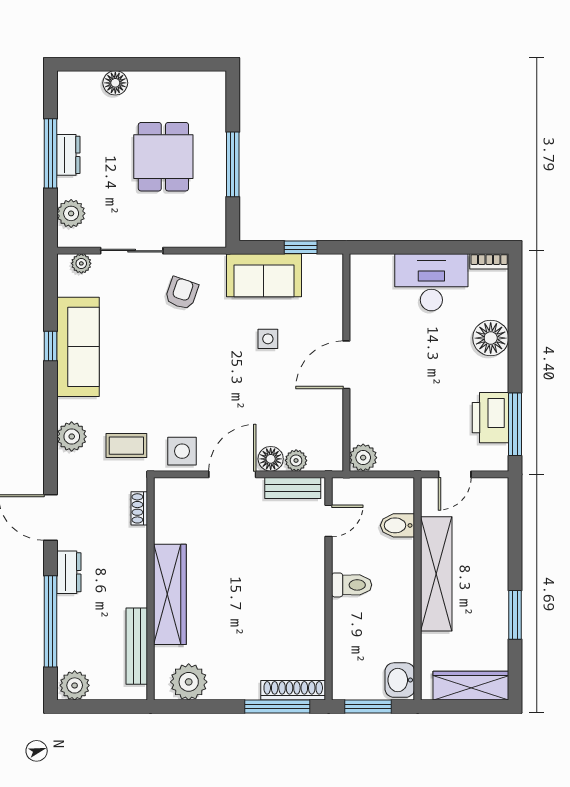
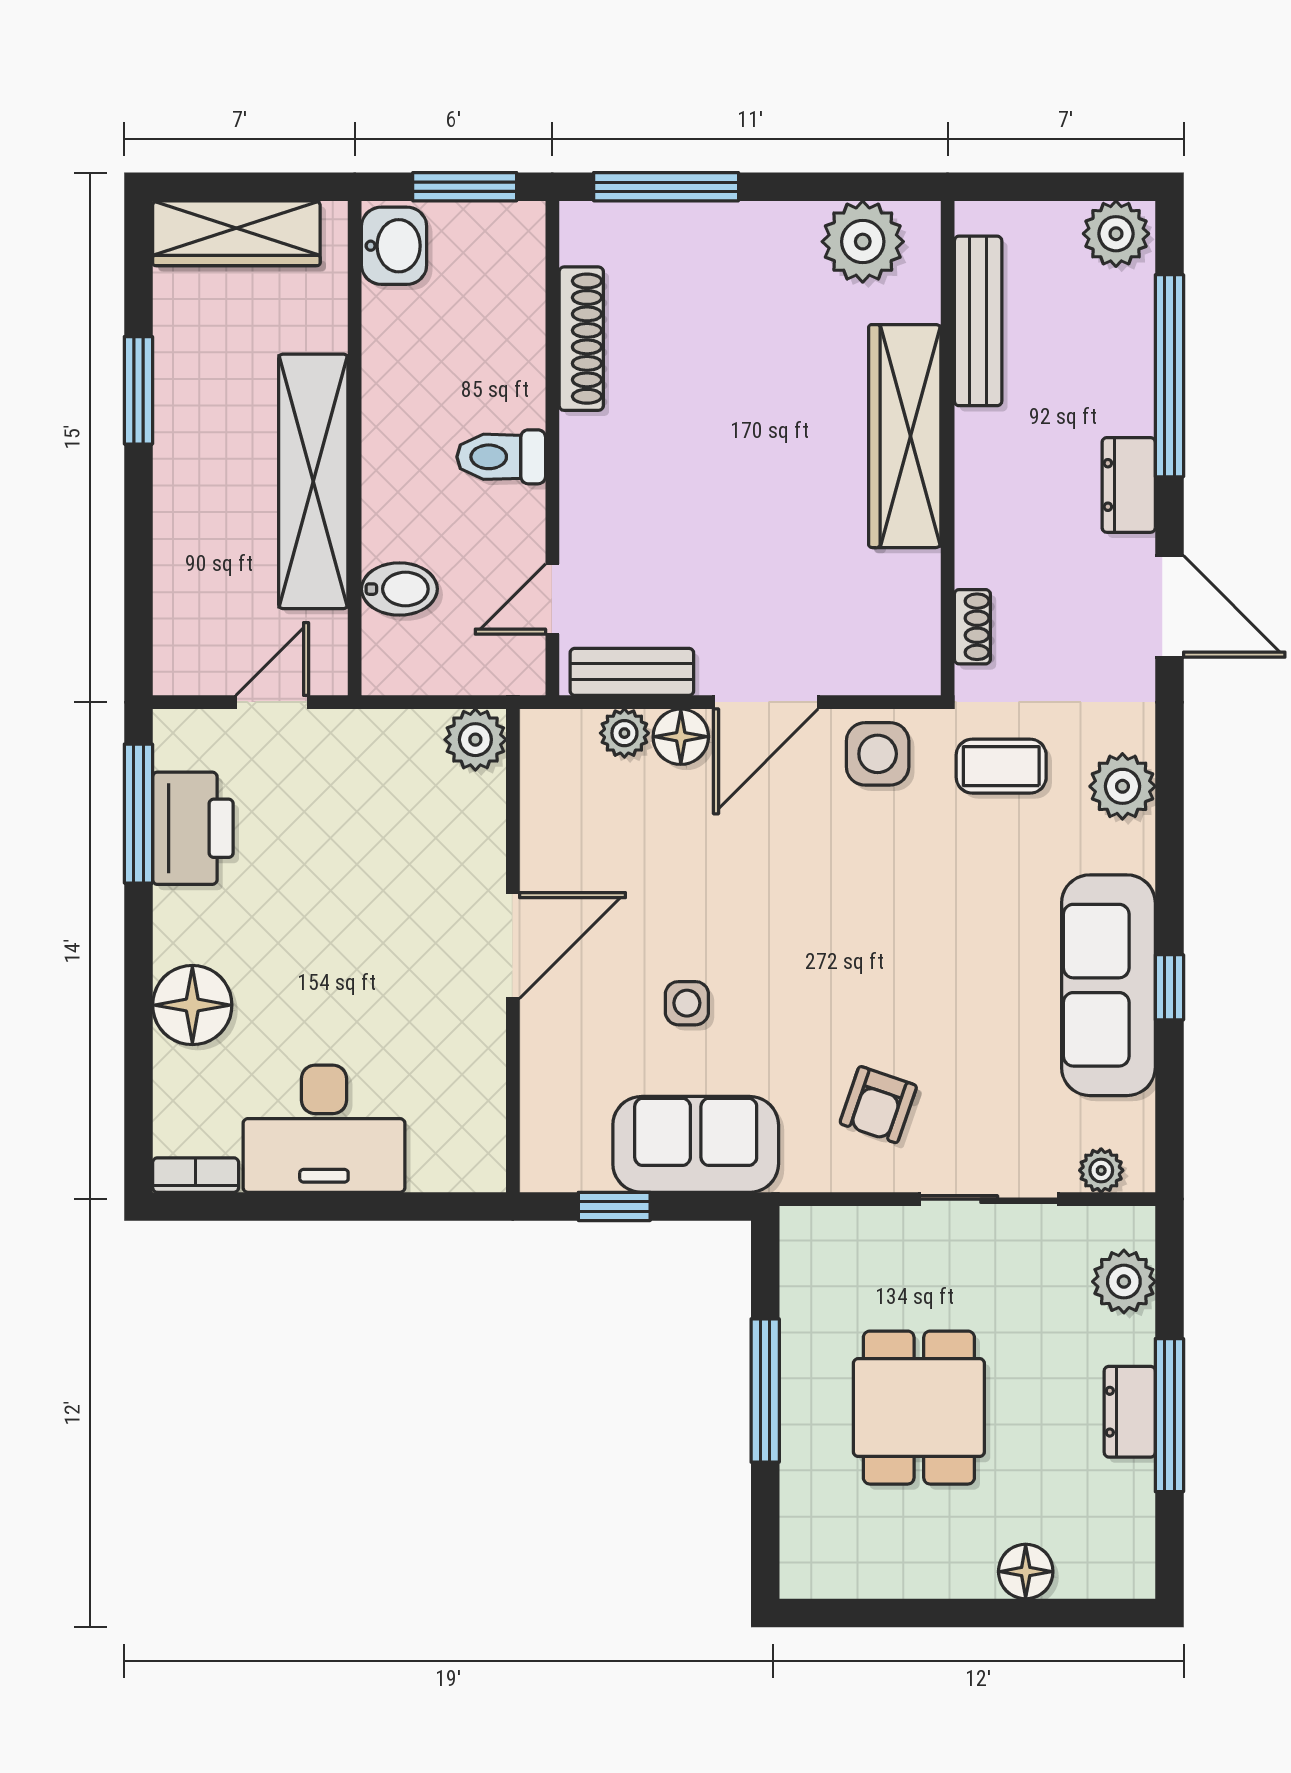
shoe rack: (293, 690) -> (581, 339), moved, turned -90

